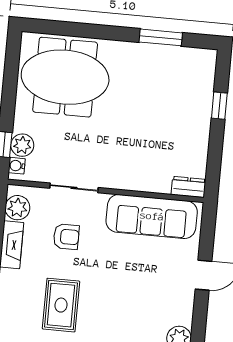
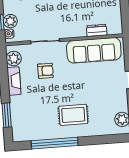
dresser: (188, 187) -> (97, 30), moved
rug: (61, 305) -> (73, 115), moved, turned 90

